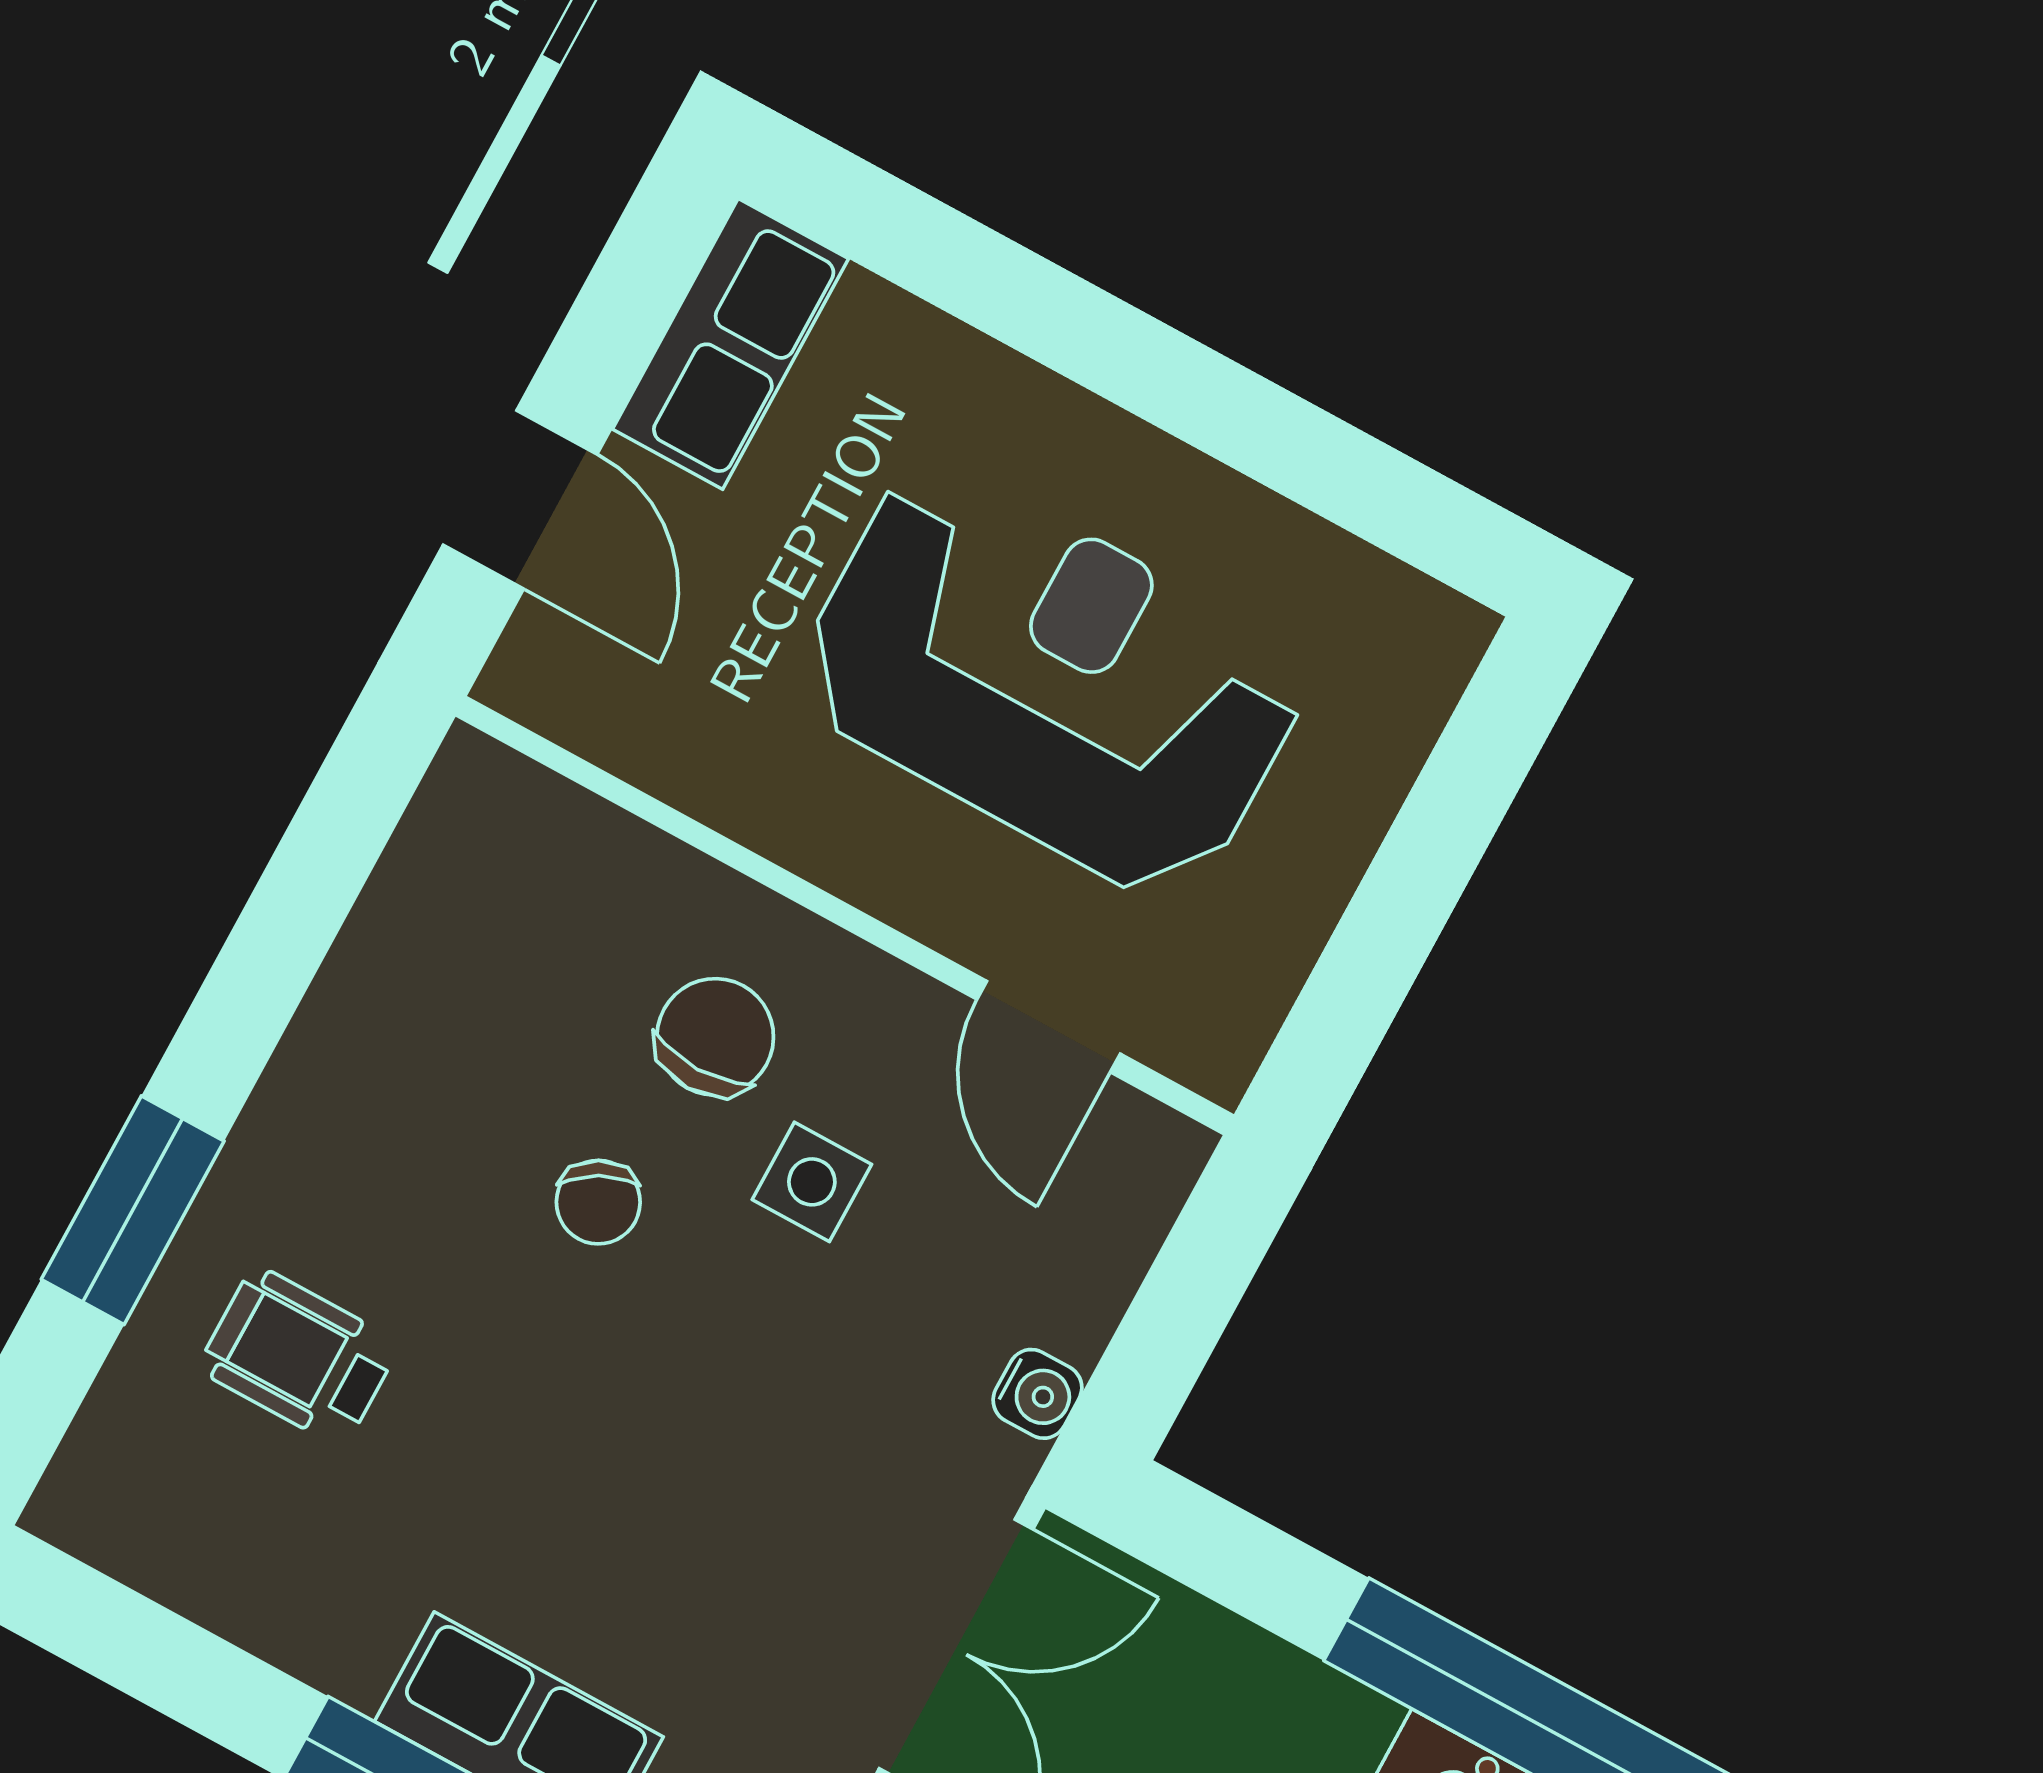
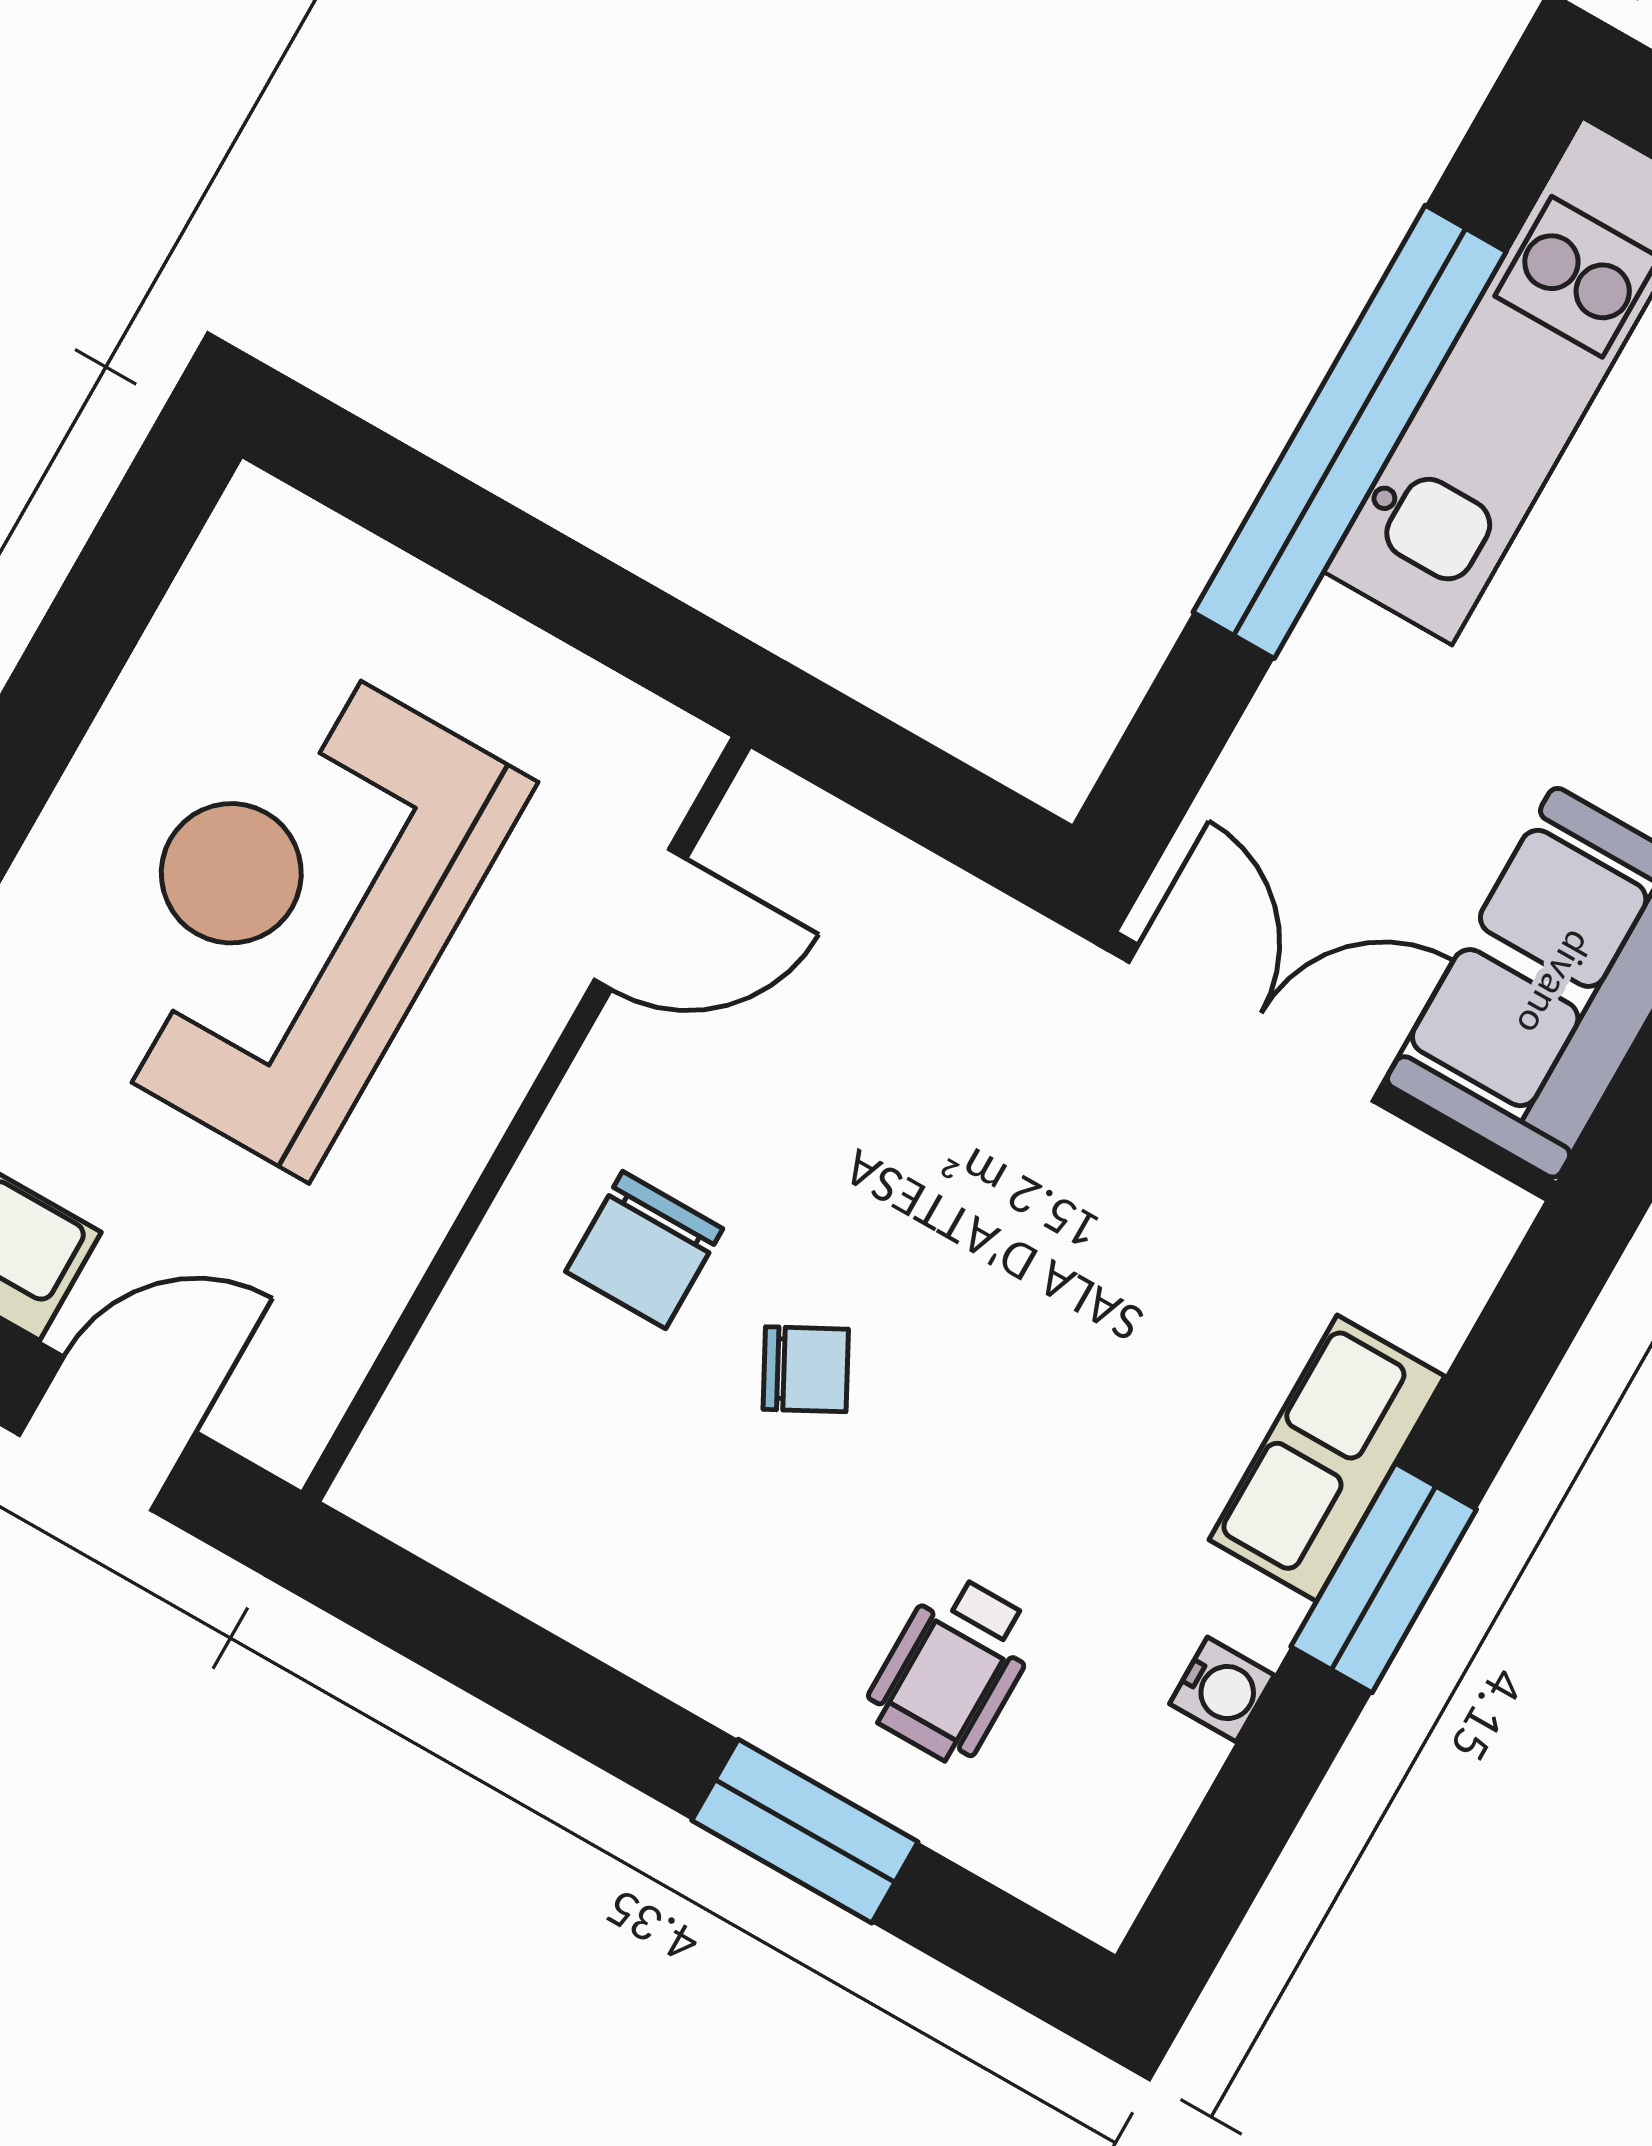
chair: (715, 1037) -> (644, 1250), turned -90
side table: (812, 1182) -> (790, 1157), removed
water cooler: (1037, 1394) -> (1222, 1689), moved, turned 90

